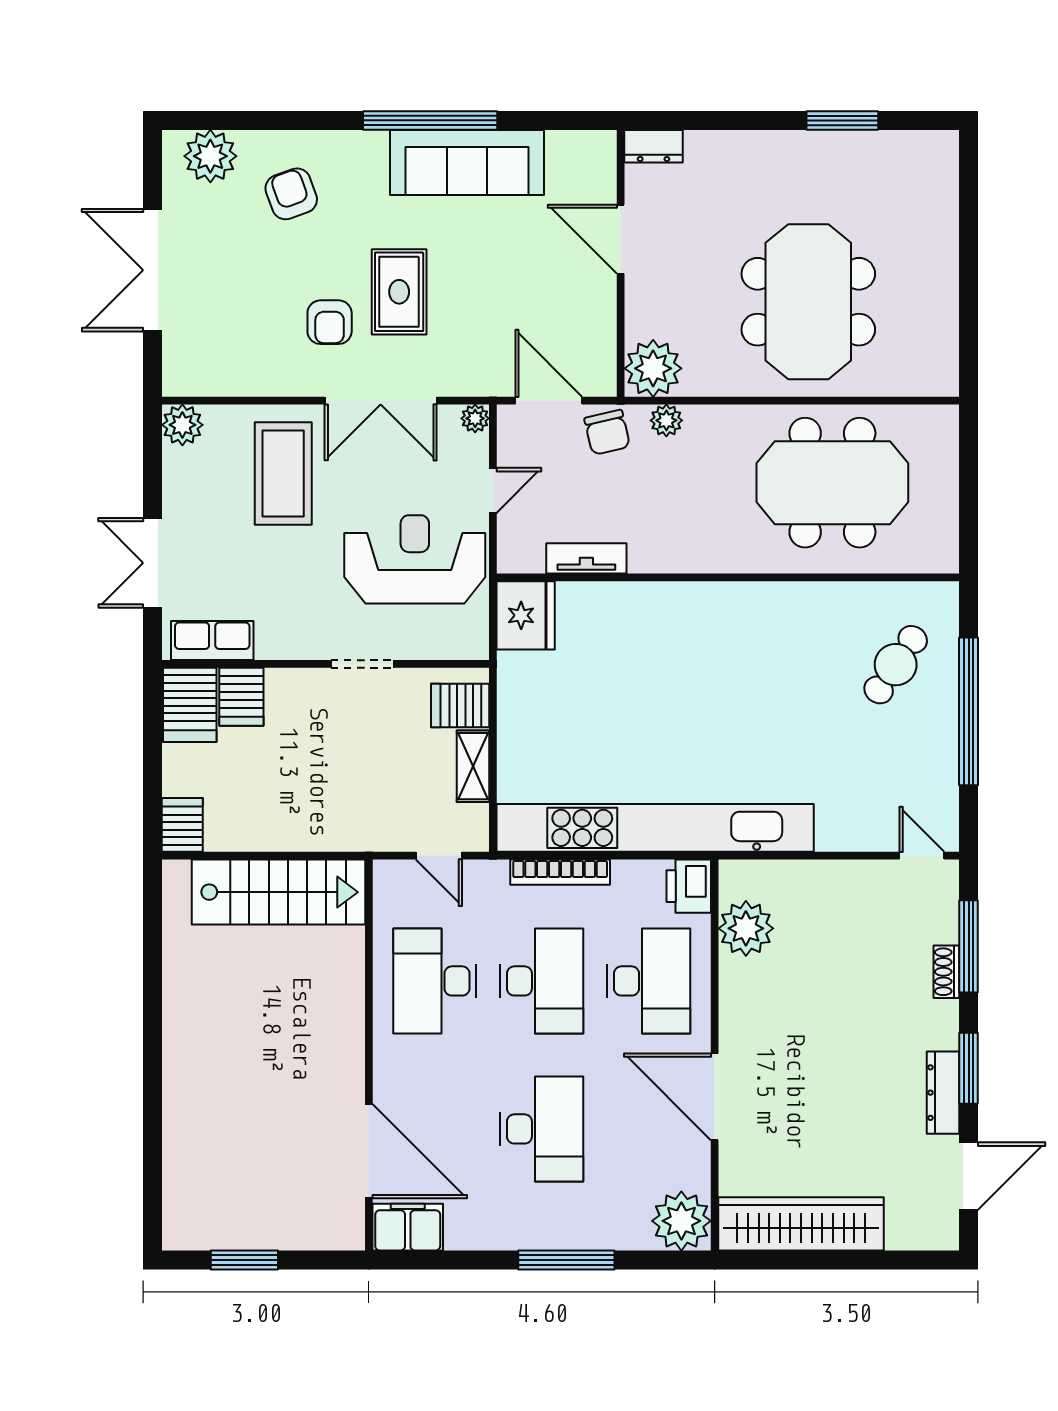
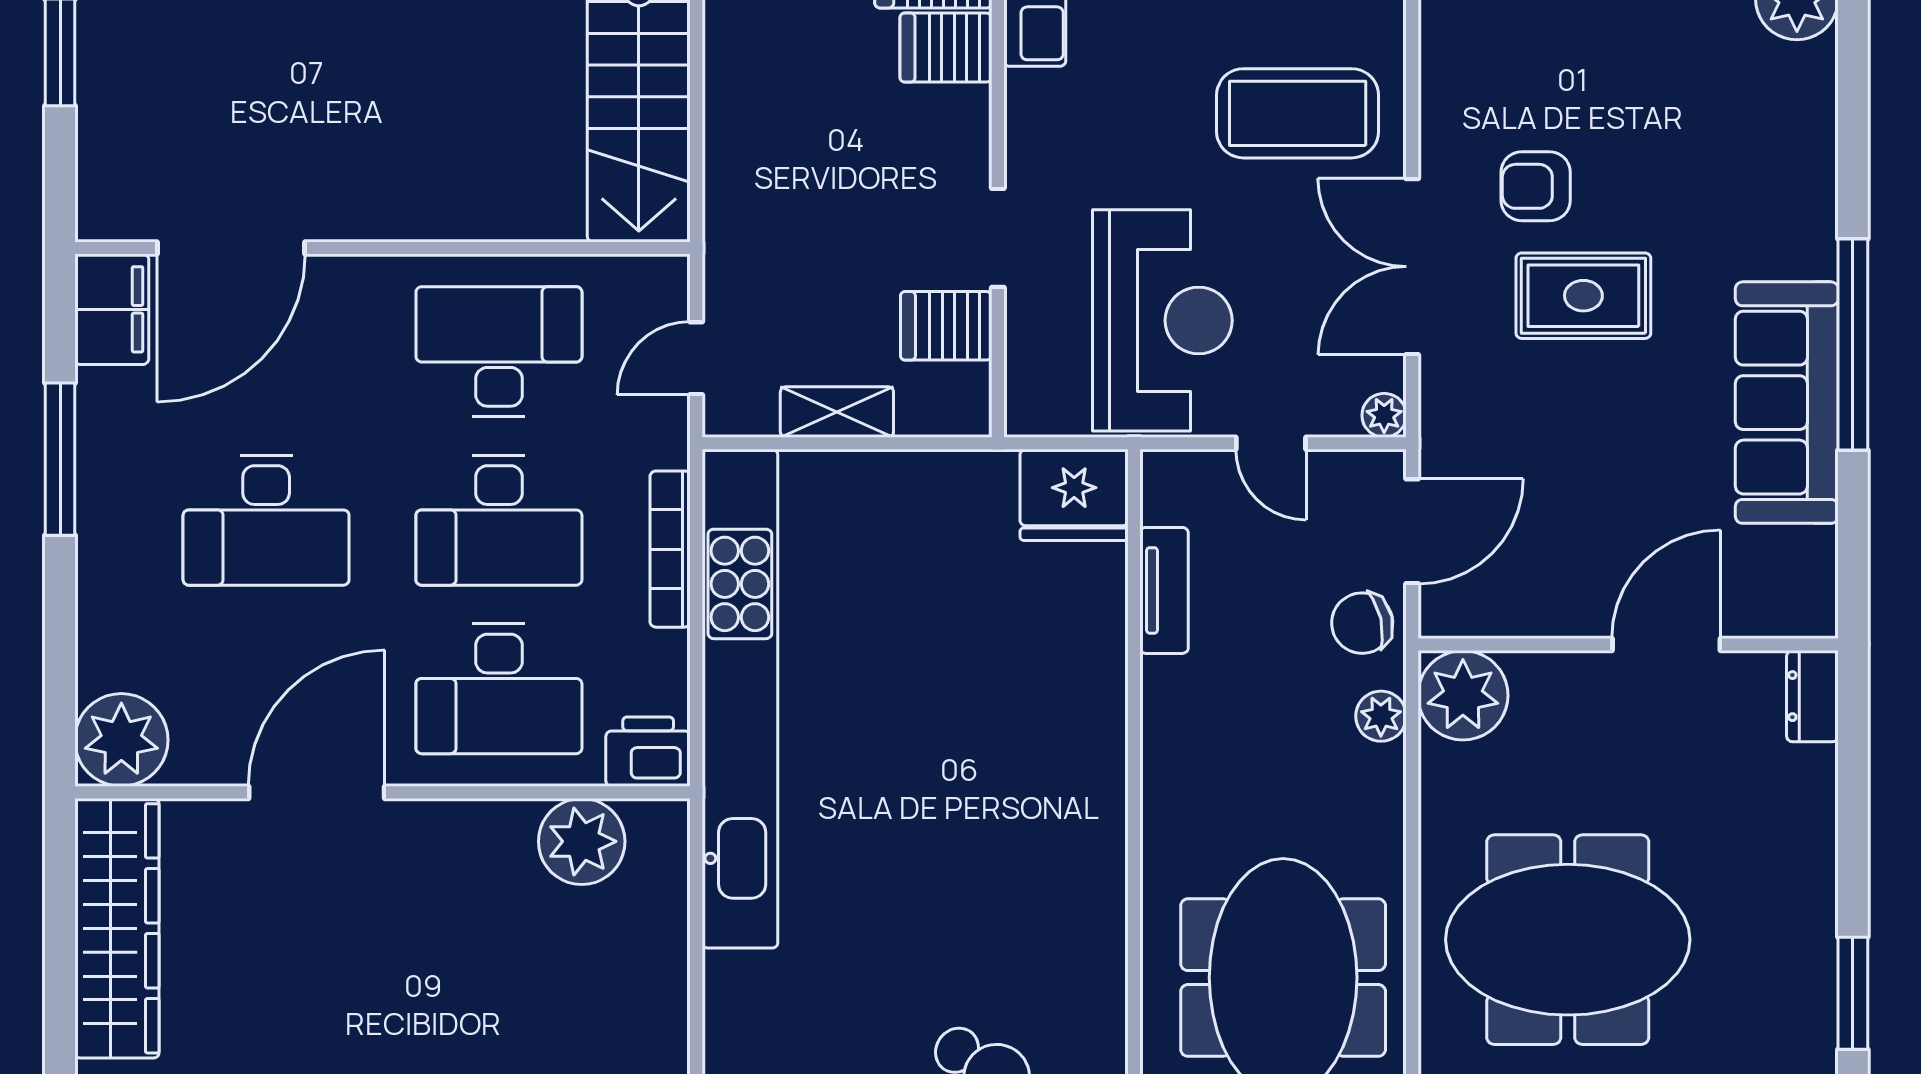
armchair: (291, 194) -> (1737, 126), removed
server rack: (460, 705) -> (946, 326), moved, turned -90
window: (566, 1260) -> (60, 459), moved

